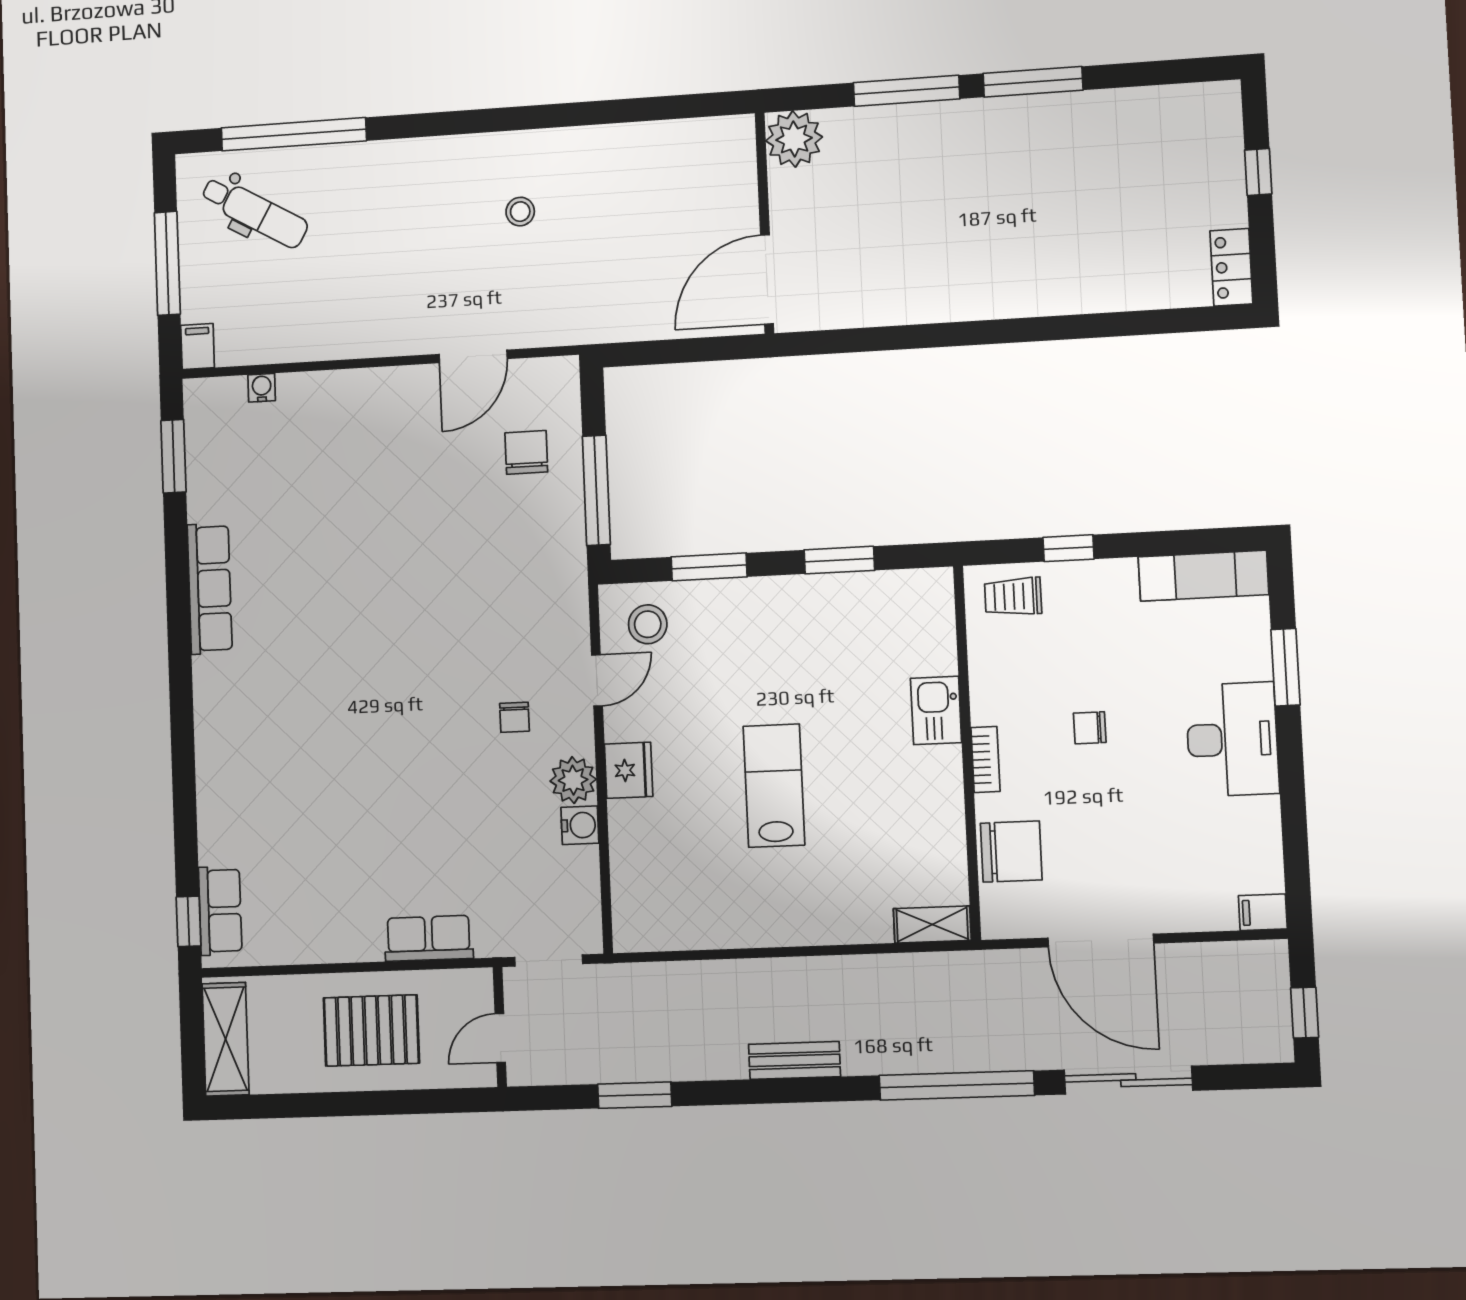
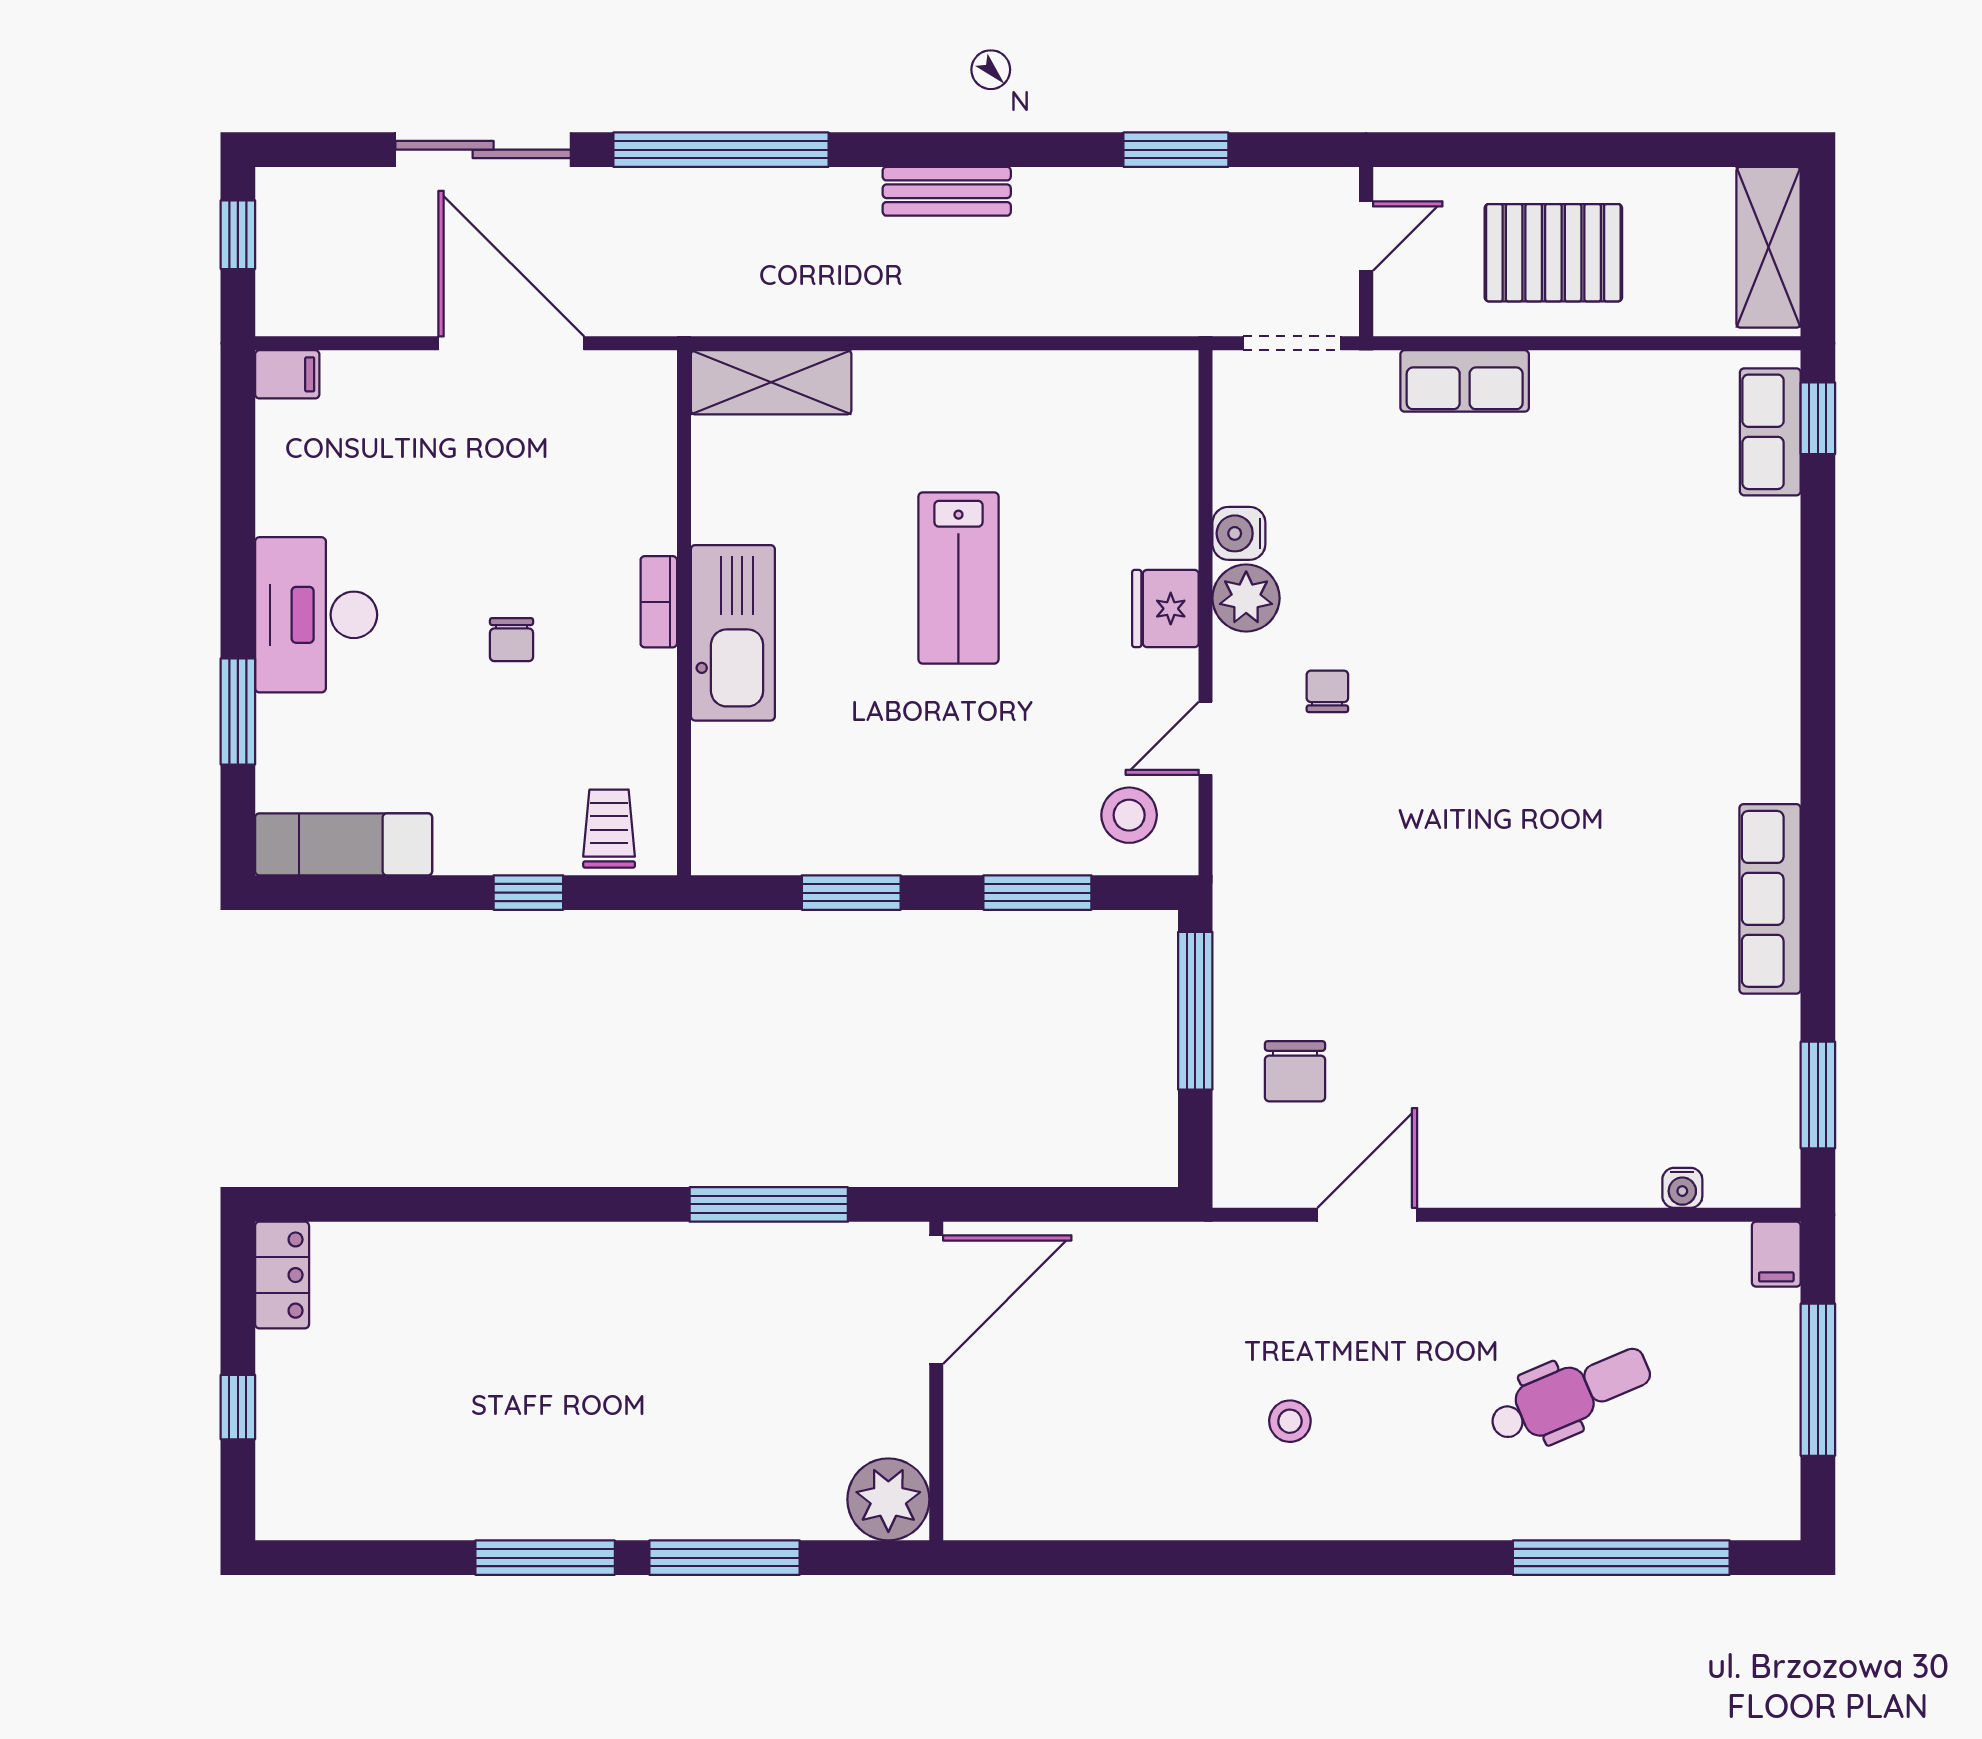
dental chair: (254, 212) -> (1570, 1395), moved, turned 127
window: (887, 338) -> (769, 1204), added
trolley: (1013, 597) -> (609, 829), turned -90
kitchen sink: (936, 710) -> (733, 633), width x1.87, depth x1.24
chair: (1090, 728) -> (512, 640), turned 90
chair: (1011, 852) -> (629, 472), removed
shelving: (932, 924) -> (771, 382), width x1.50, depth x1.33

